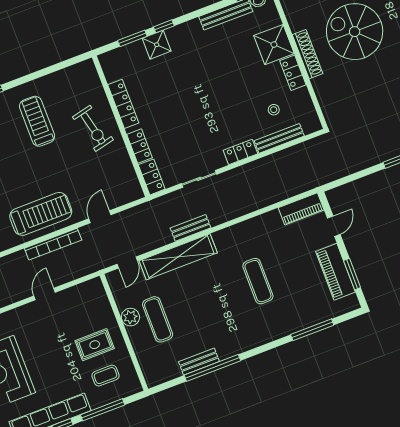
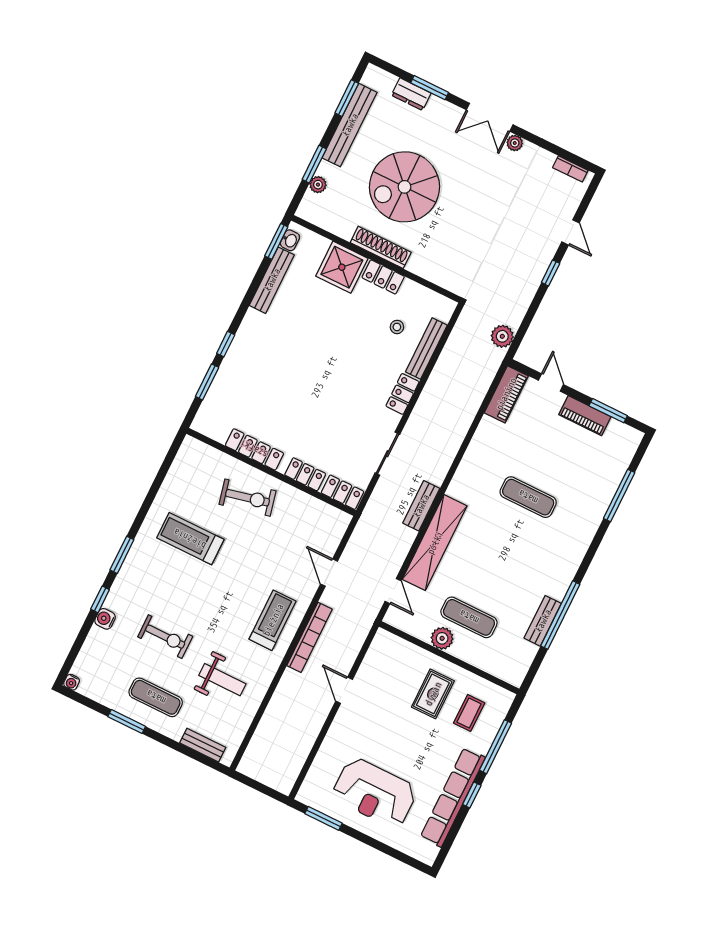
shower: (157, 45) -> (235, 367), removed
plant: (330, 173) -> (502, 336), added
treadmill: (41, 214) -> (273, 620), width x0.73, depth x0.73
piano: (335, 272) -> (585, 416), width x0.73, depth x0.75

